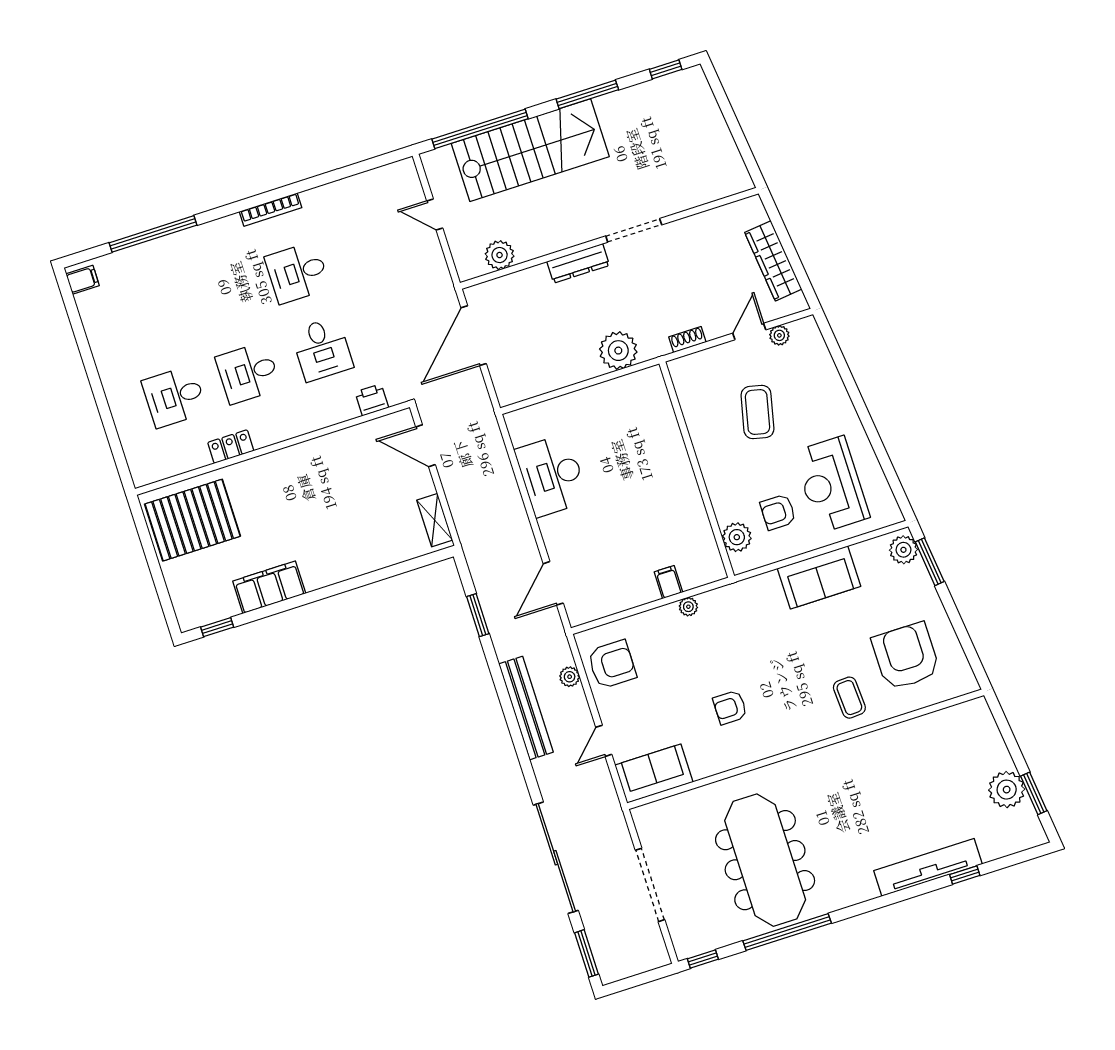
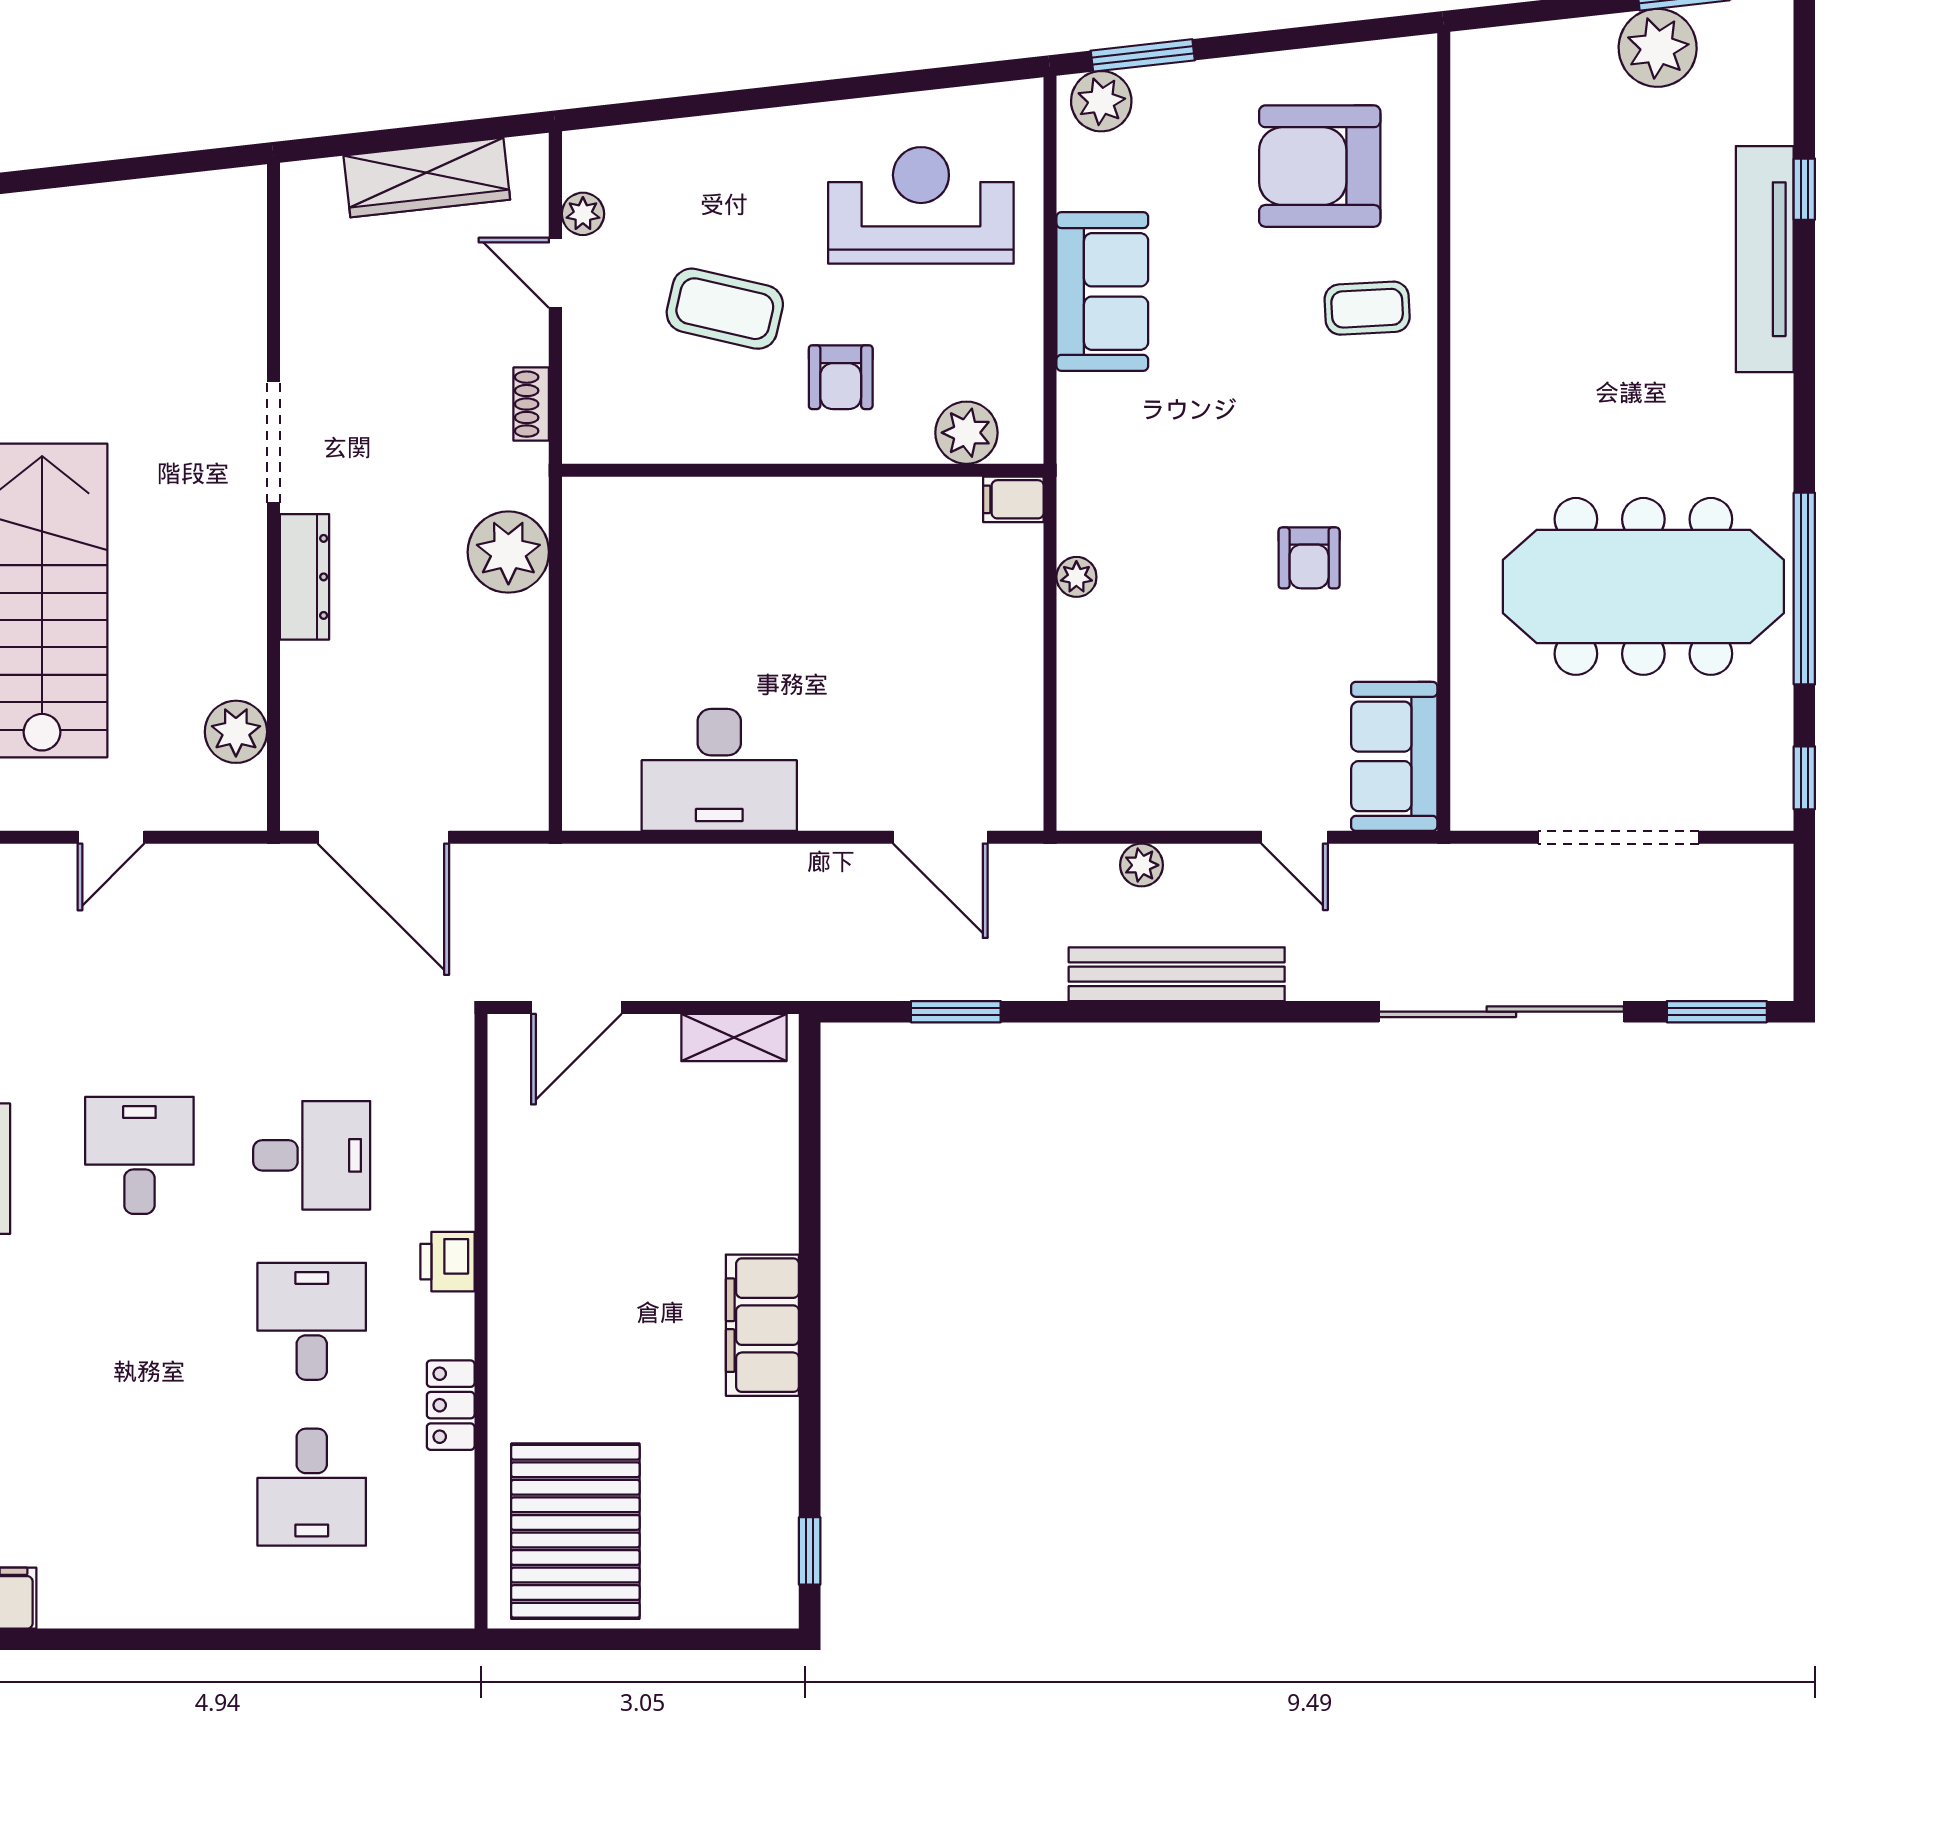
desk: (297, 273) -> (139, 1155), turned 180
desk: (248, 373) -> (312, 1321), turned 180
printer: (372, 400) -> (448, 1262), moved
reception desk: (831, 484) -> (921, 205), turned 180
armchair: (778, 512) -> (841, 377), moved
filing cabinet: (668, 582) -> (1013, 499), moved
filing cabinet: (269, 587) -> (762, 1325), moved
armchair: (612, 664) -> (1144, 771), removed

